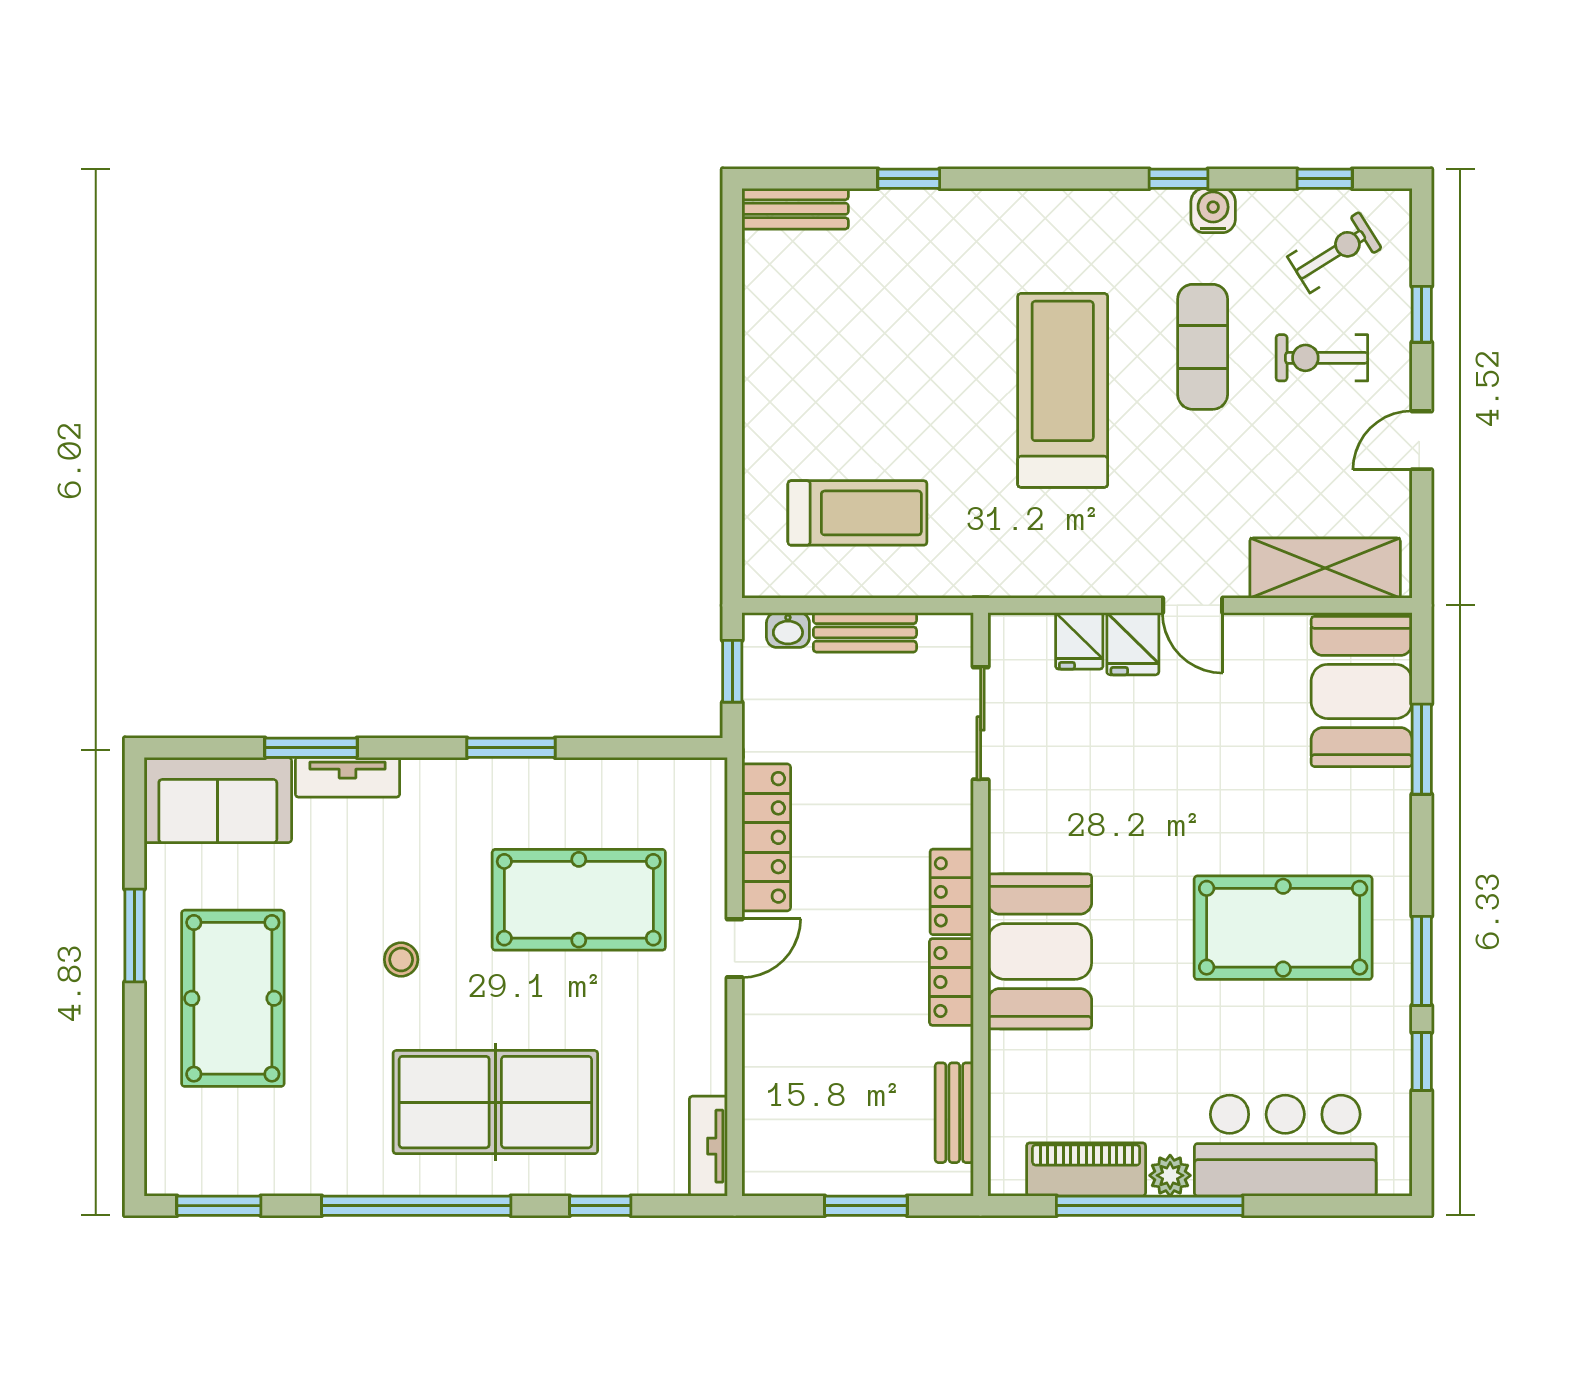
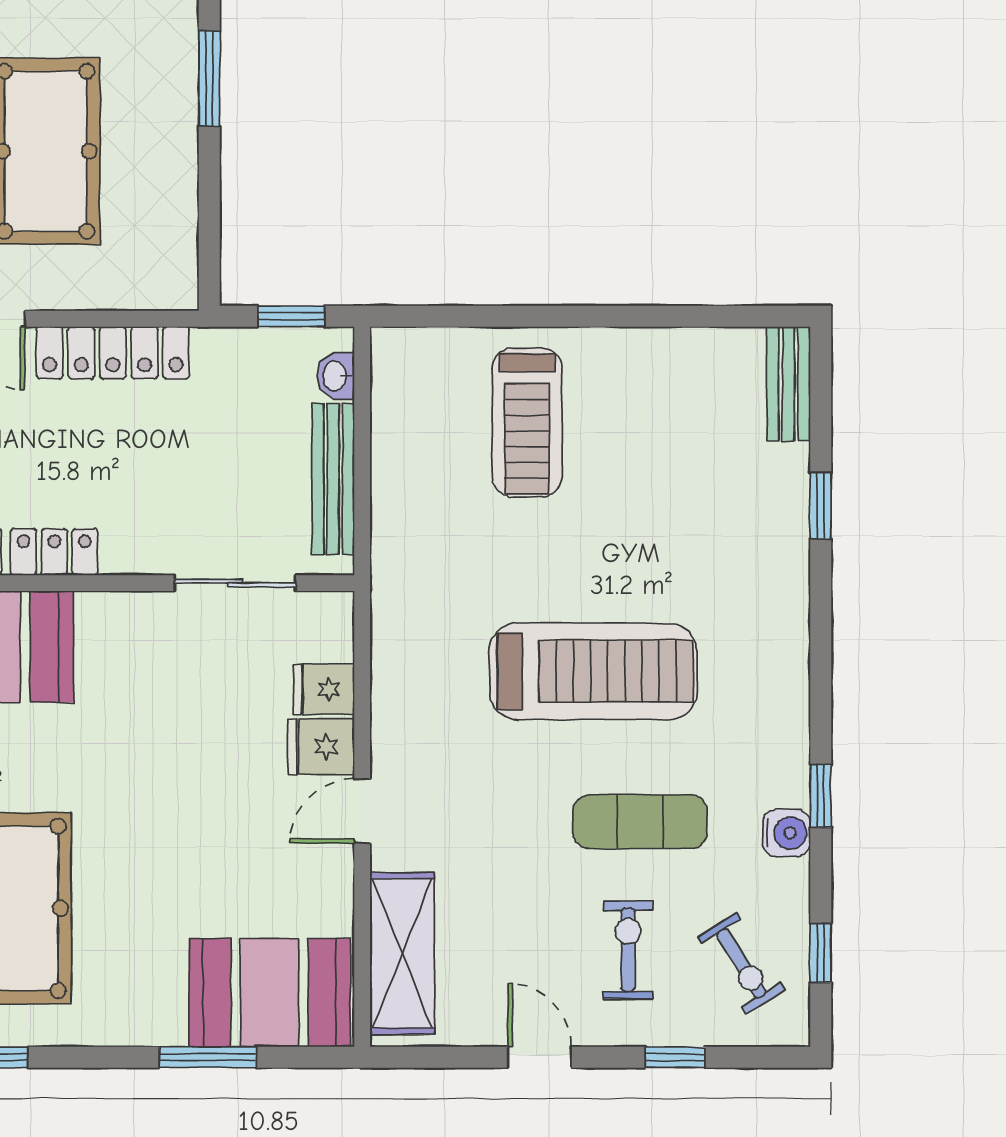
treadmill: (857, 513) -> (527, 422), moved
bench: (865, 632) -> (333, 479), width x1.36

